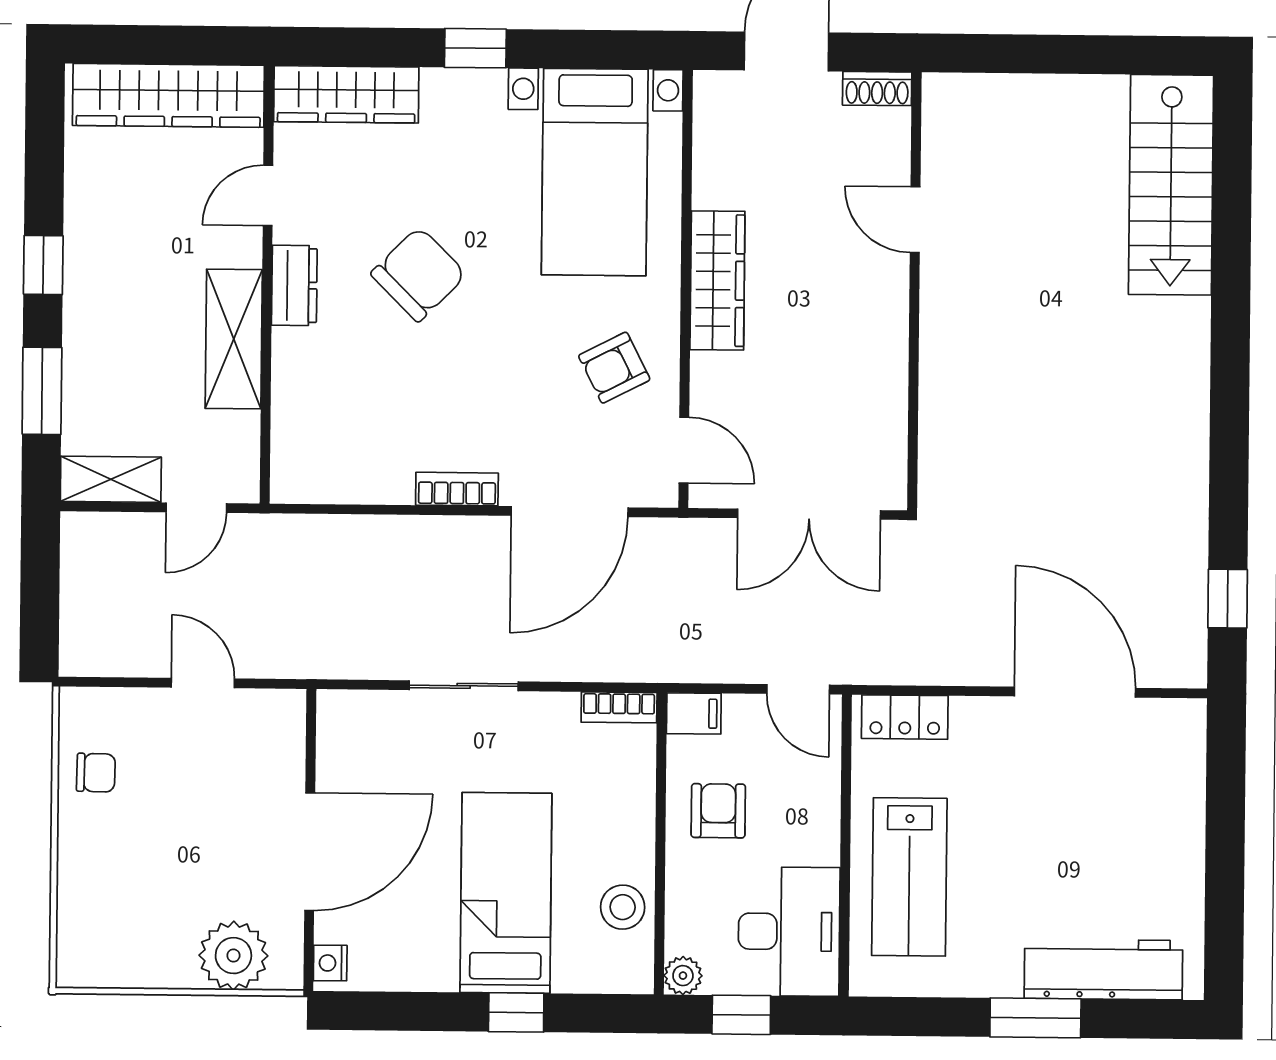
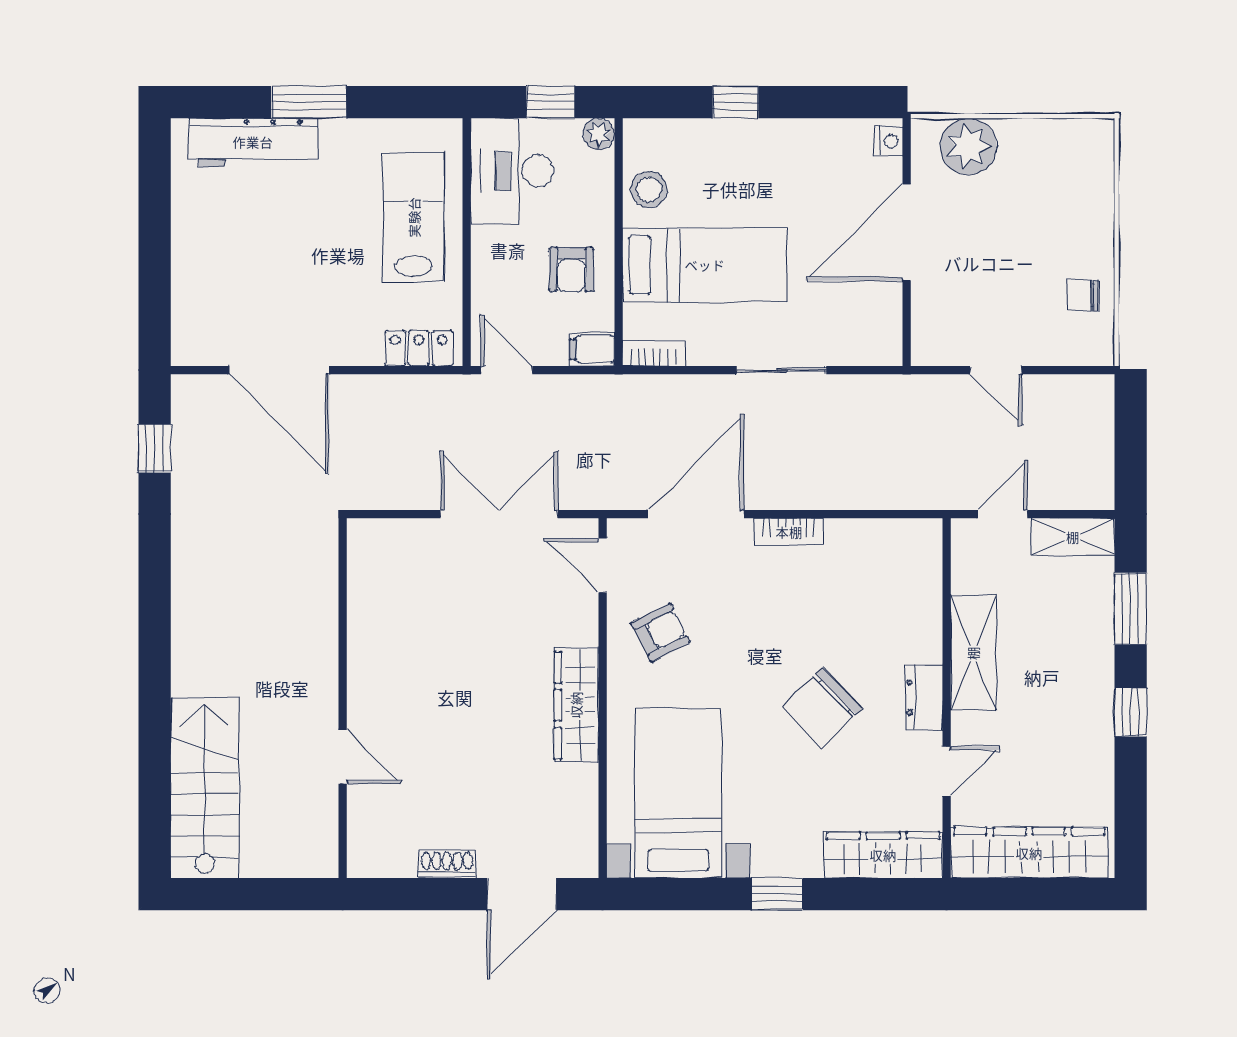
door: (915, 220) -> (343, 757), moved
wall: (914, 291) -> (343, 698), moved
bed: (506, 893) -> (705, 265), moved, turned -90

